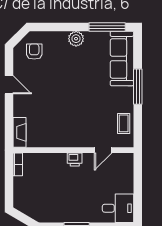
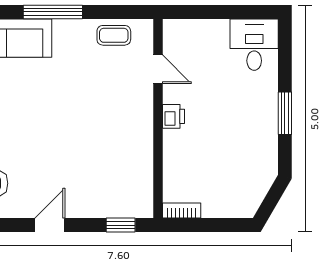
window: (9, 128) -> (121, 225), added
fireplace: (20, 132) -> (129, 208), removed

